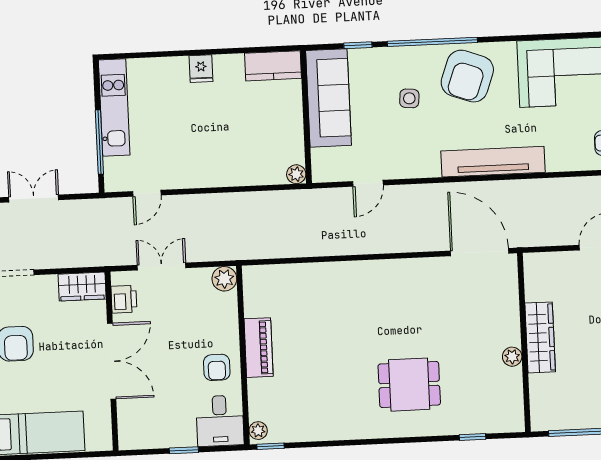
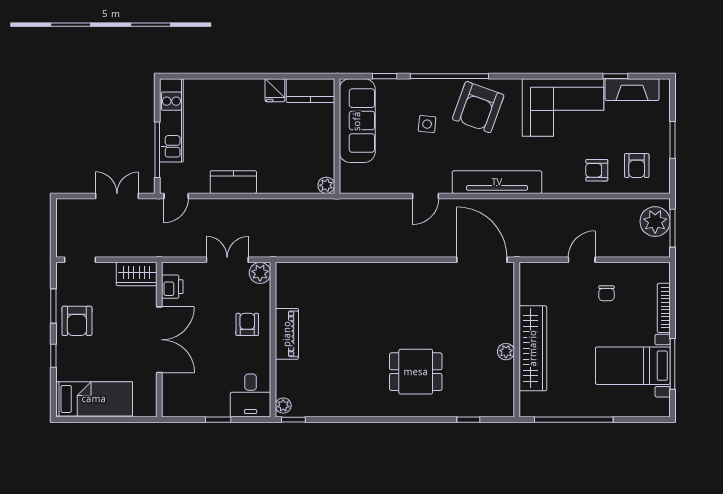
fridge: (201, 69) -> (275, 90), moved
kitchen counter: (189, 175) -> (233, 182), added
door: (368, 183) -> (425, 196), moved
door: (147, 193) -> (176, 196), moved
double door: (34, 198) -> (117, 196), moved
double door: (161, 267) -> (227, 260), moved
wardrobe: (540, 337) -> (533, 348), width x1.40, depth x1.17
armchair: (217, 367) -> (247, 324), moved, turned 180

